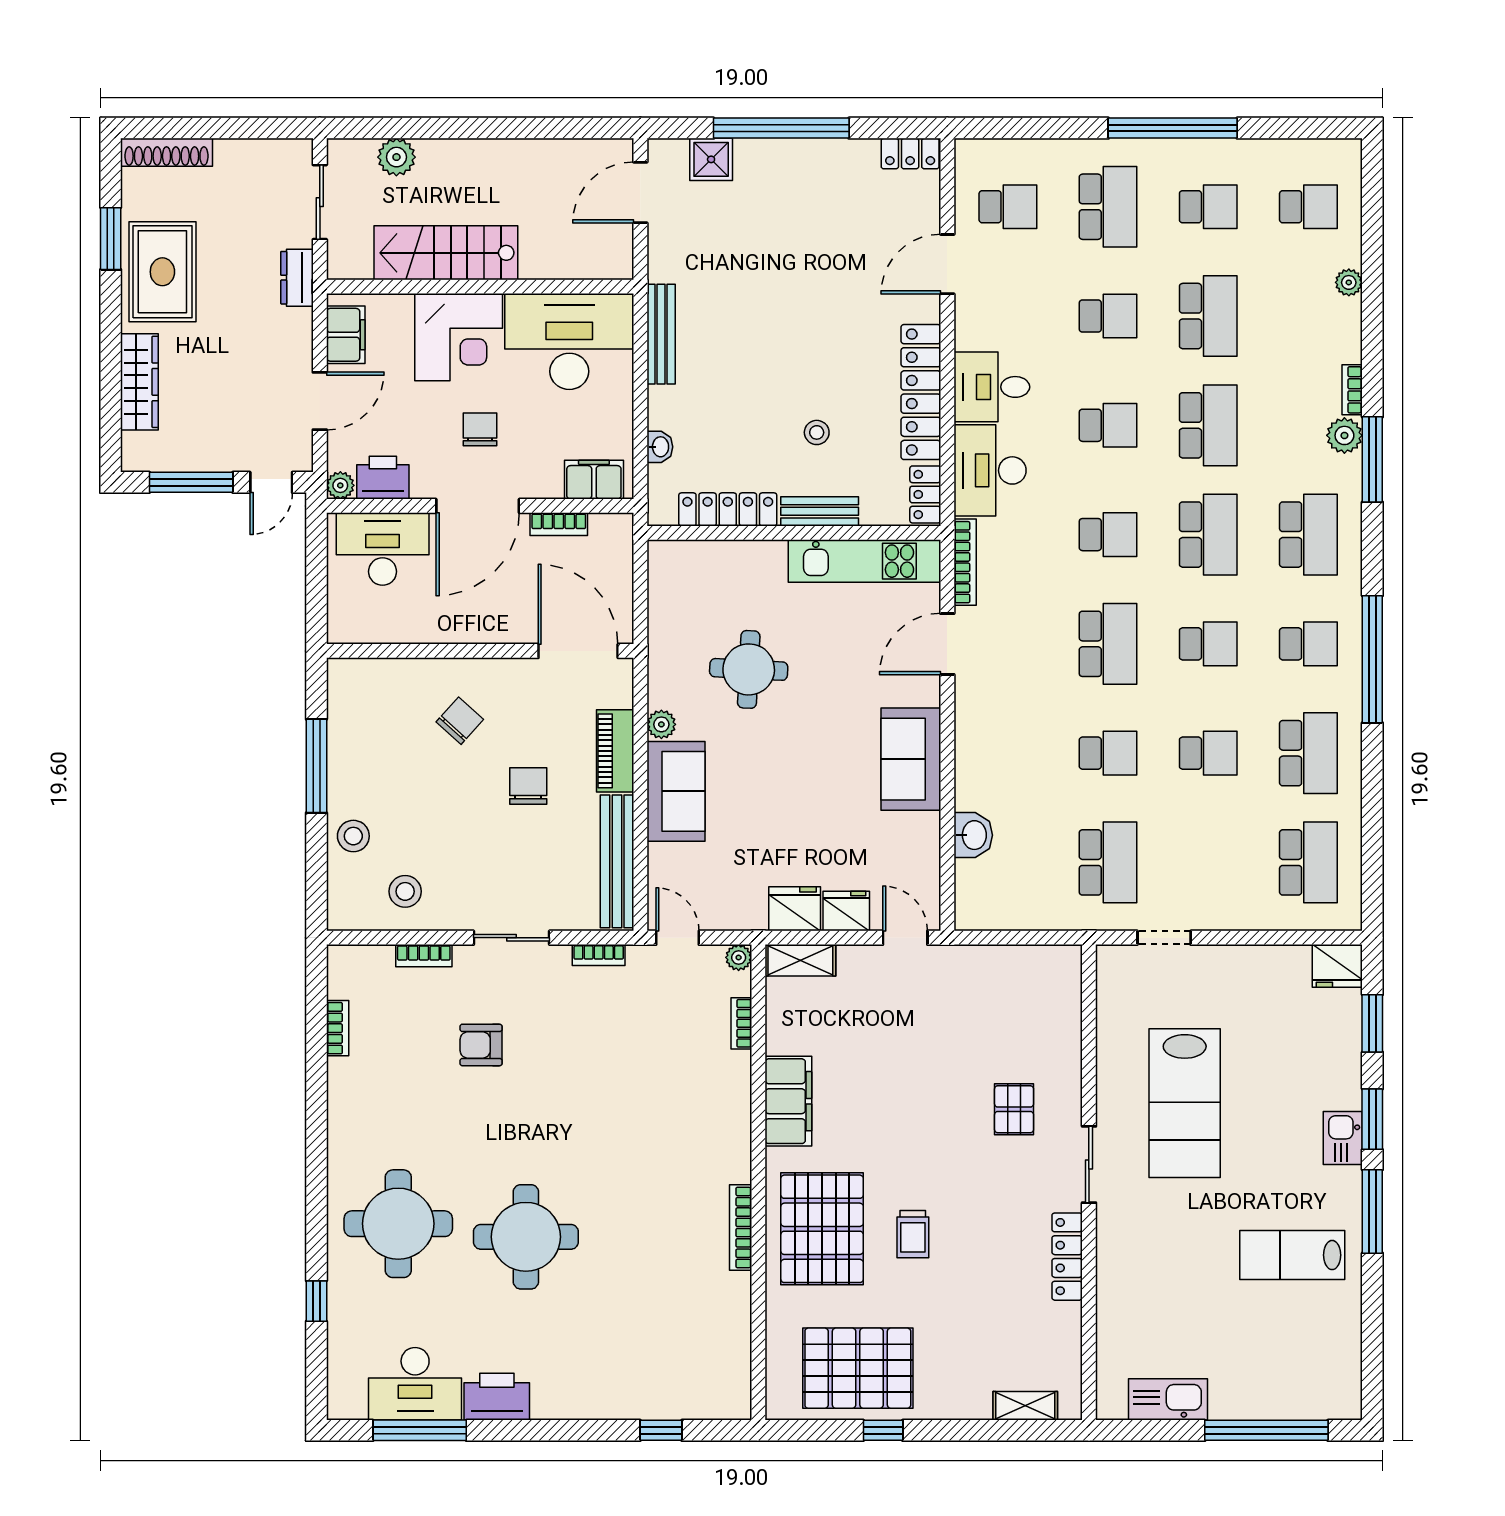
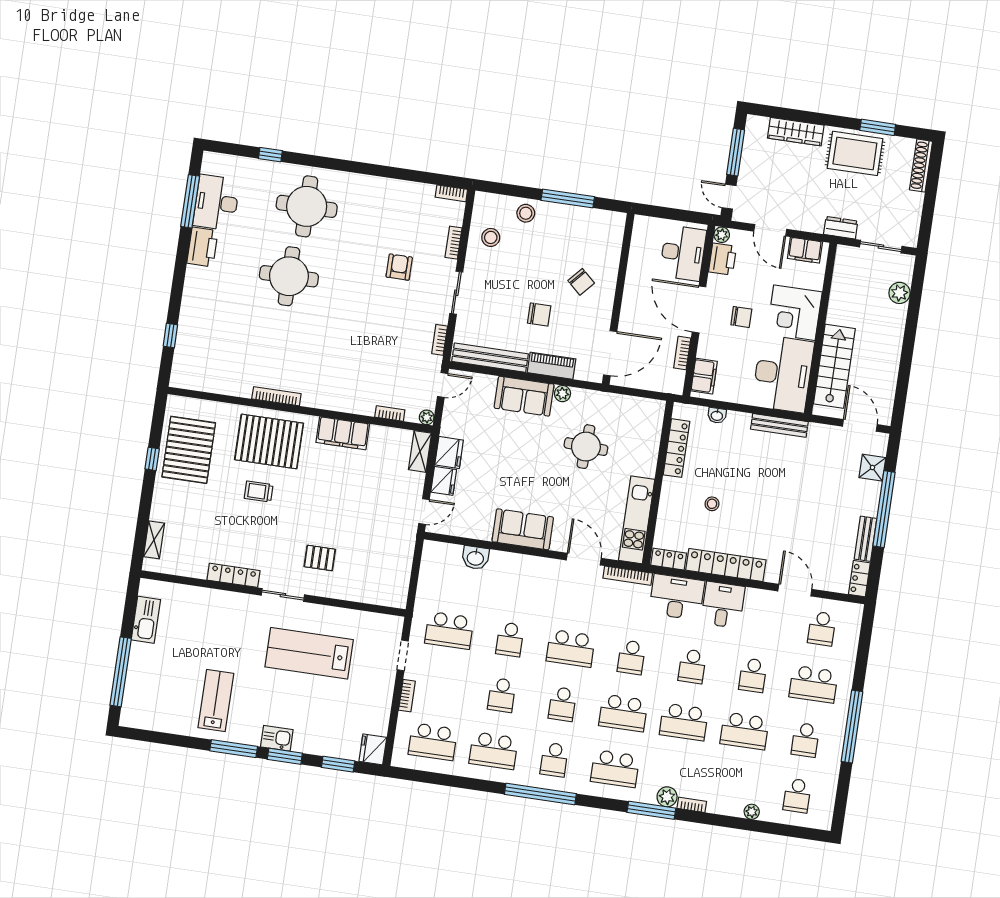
stairs: (446, 253) -> (834, 366), moved
bench: (820, 511) -> (866, 539), moved
bookcase: (1234, 920) -> (407, 696), added
bookcase: (338, 1028) -> (451, 193), moved

